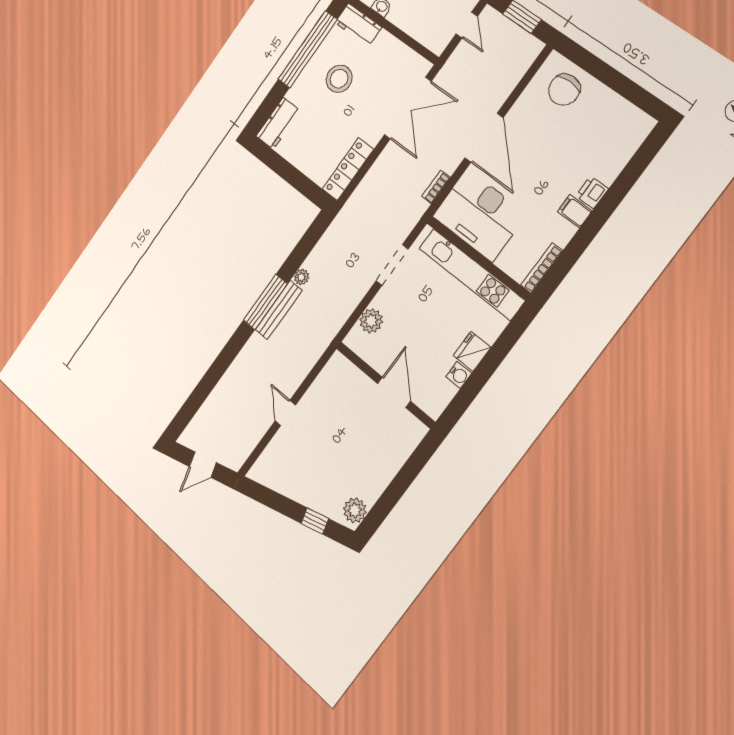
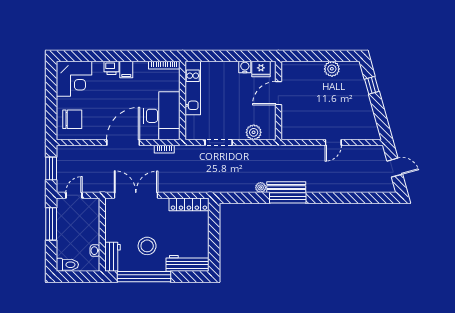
workbench: (278, 123) -> (188, 263), width x1.38
corner desk: (616, 130) -> (74, 79), added
kitchen unit: (471, 274) -> (193, 88), width x0.73
fridge: (472, 351) -> (261, 69), moved
plant: (355, 510) -> (332, 69), moved

